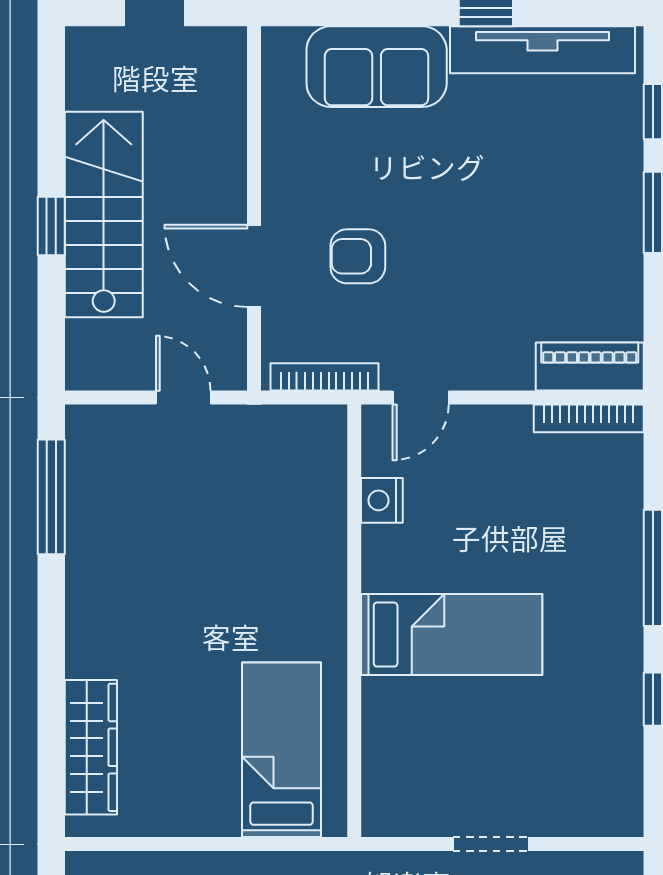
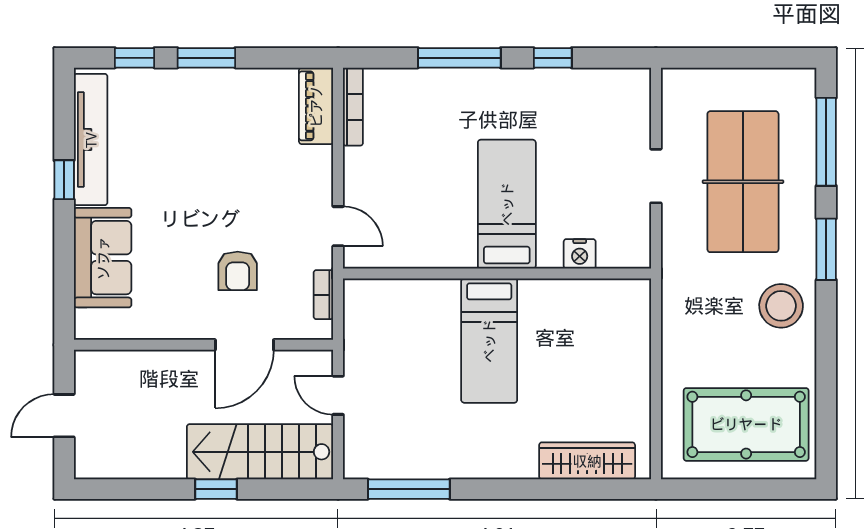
stairs: (104, 215) -> (260, 452), moved
bookcase: (325, 377) -> (323, 295), width x0.64
door: (183, 398) -> (338, 395), hinge flipped
nightstand: (382, 500) -> (580, 254), moved
bed: (281, 750) -> (489, 341), moved, turned -90

